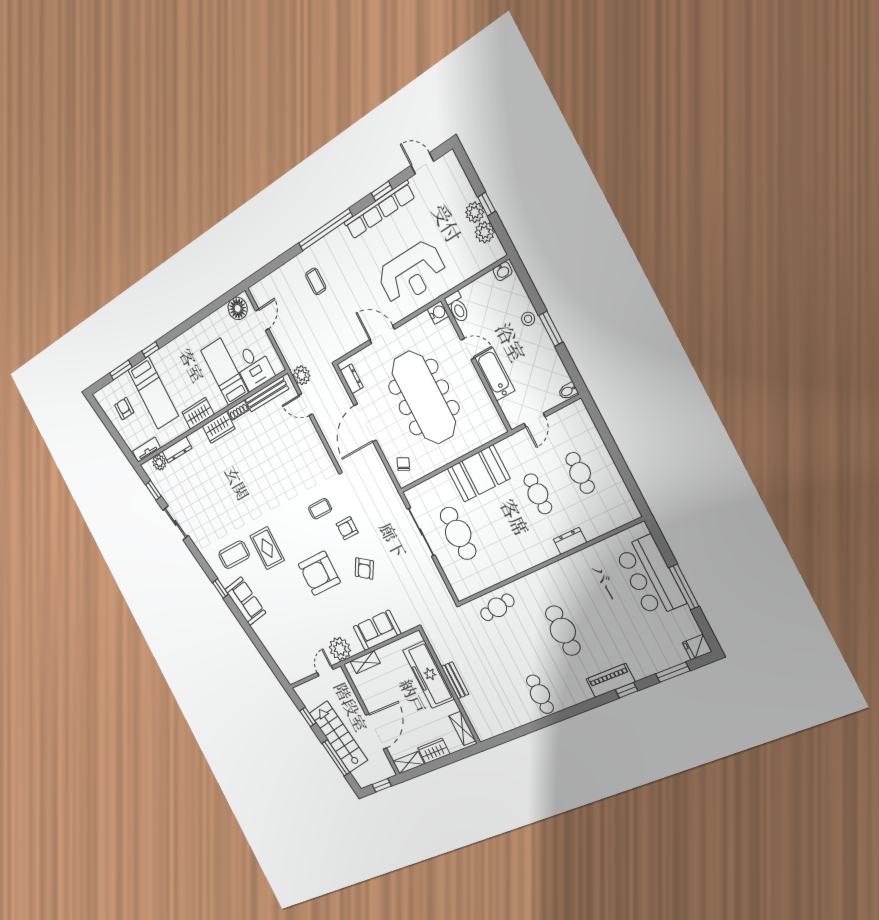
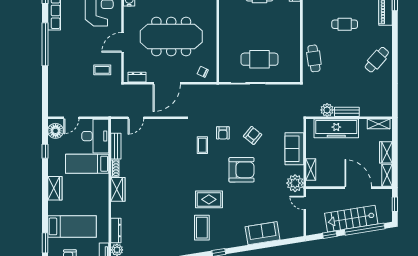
coffee table: (316, 281) -> (102, 70), moved
door: (262, 320) -> (71, 118), swing flipped
window: (151, 350) -> (45, 151), moved
desk: (254, 367) -> (95, 136), width x1.37
plant: (302, 375) -> (327, 110), moved
bench: (267, 394) -> (116, 146), width x0.73
wardrobe: (198, 413) -> (55, 188), moved, turned 180
door: (365, 423) -> (167, 83), hinge flipped
booth: (479, 473) -> (231, 26), removed
armchair: (364, 569) -> (253, 135), turned -84
armchair: (319, 573) -> (241, 170), turned -90
sofa: (245, 601) -> (263, 233), moved
cafe table: (563, 631) -> (345, 24), width x0.73, depth x0.74
cafe table: (540, 694) -> (377, 60), turned -49
window: (336, 758) -> (365, 229), width x1.46

